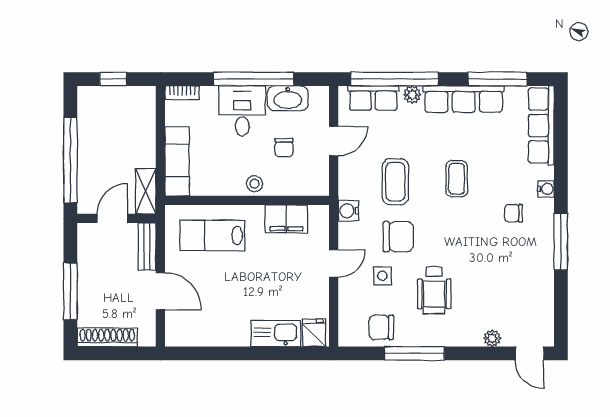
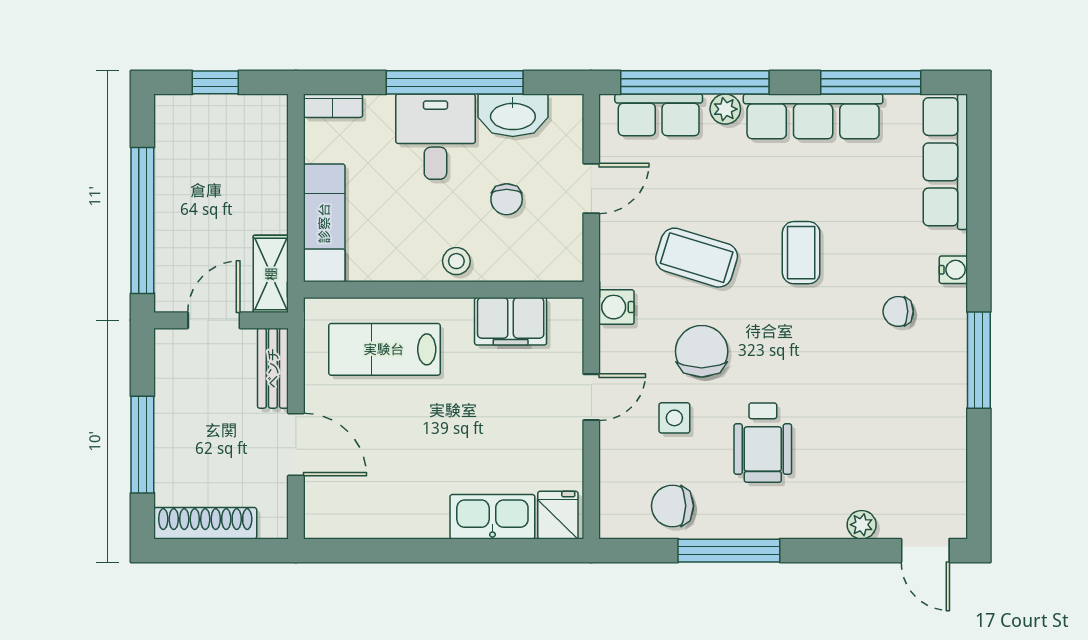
coffee table: (395, 182) -> (697, 258), turned -73
chair: (398, 237) -> (702, 351), turned -90

